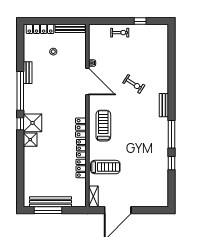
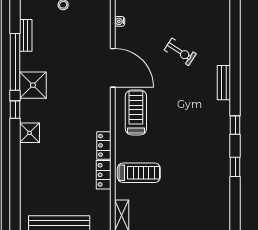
door: (87, 82) -> (113, 68), moved
shower: (33, 123) -> (33, 85), moved
locker: (81, 128) -> (103, 115), removed
window: (171, 134) -> (235, 125), width x0.46

